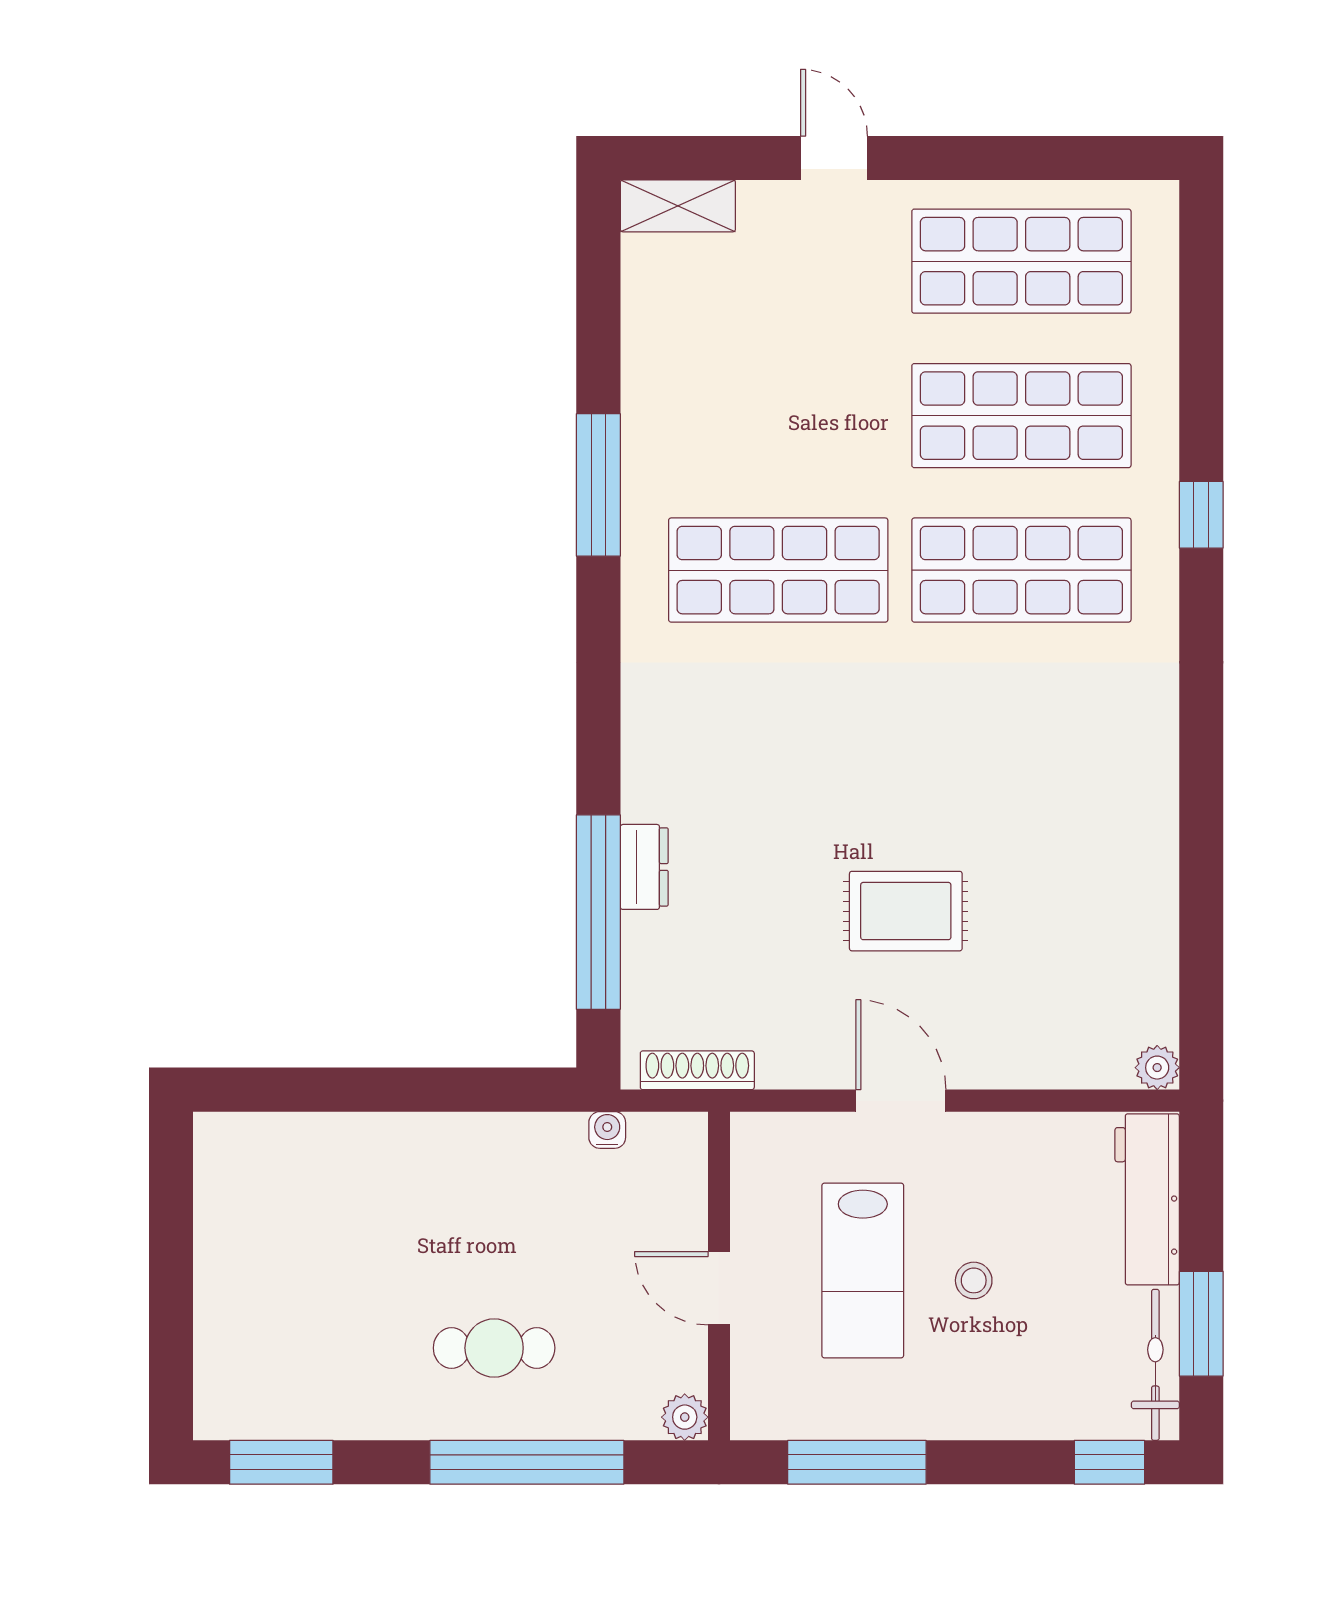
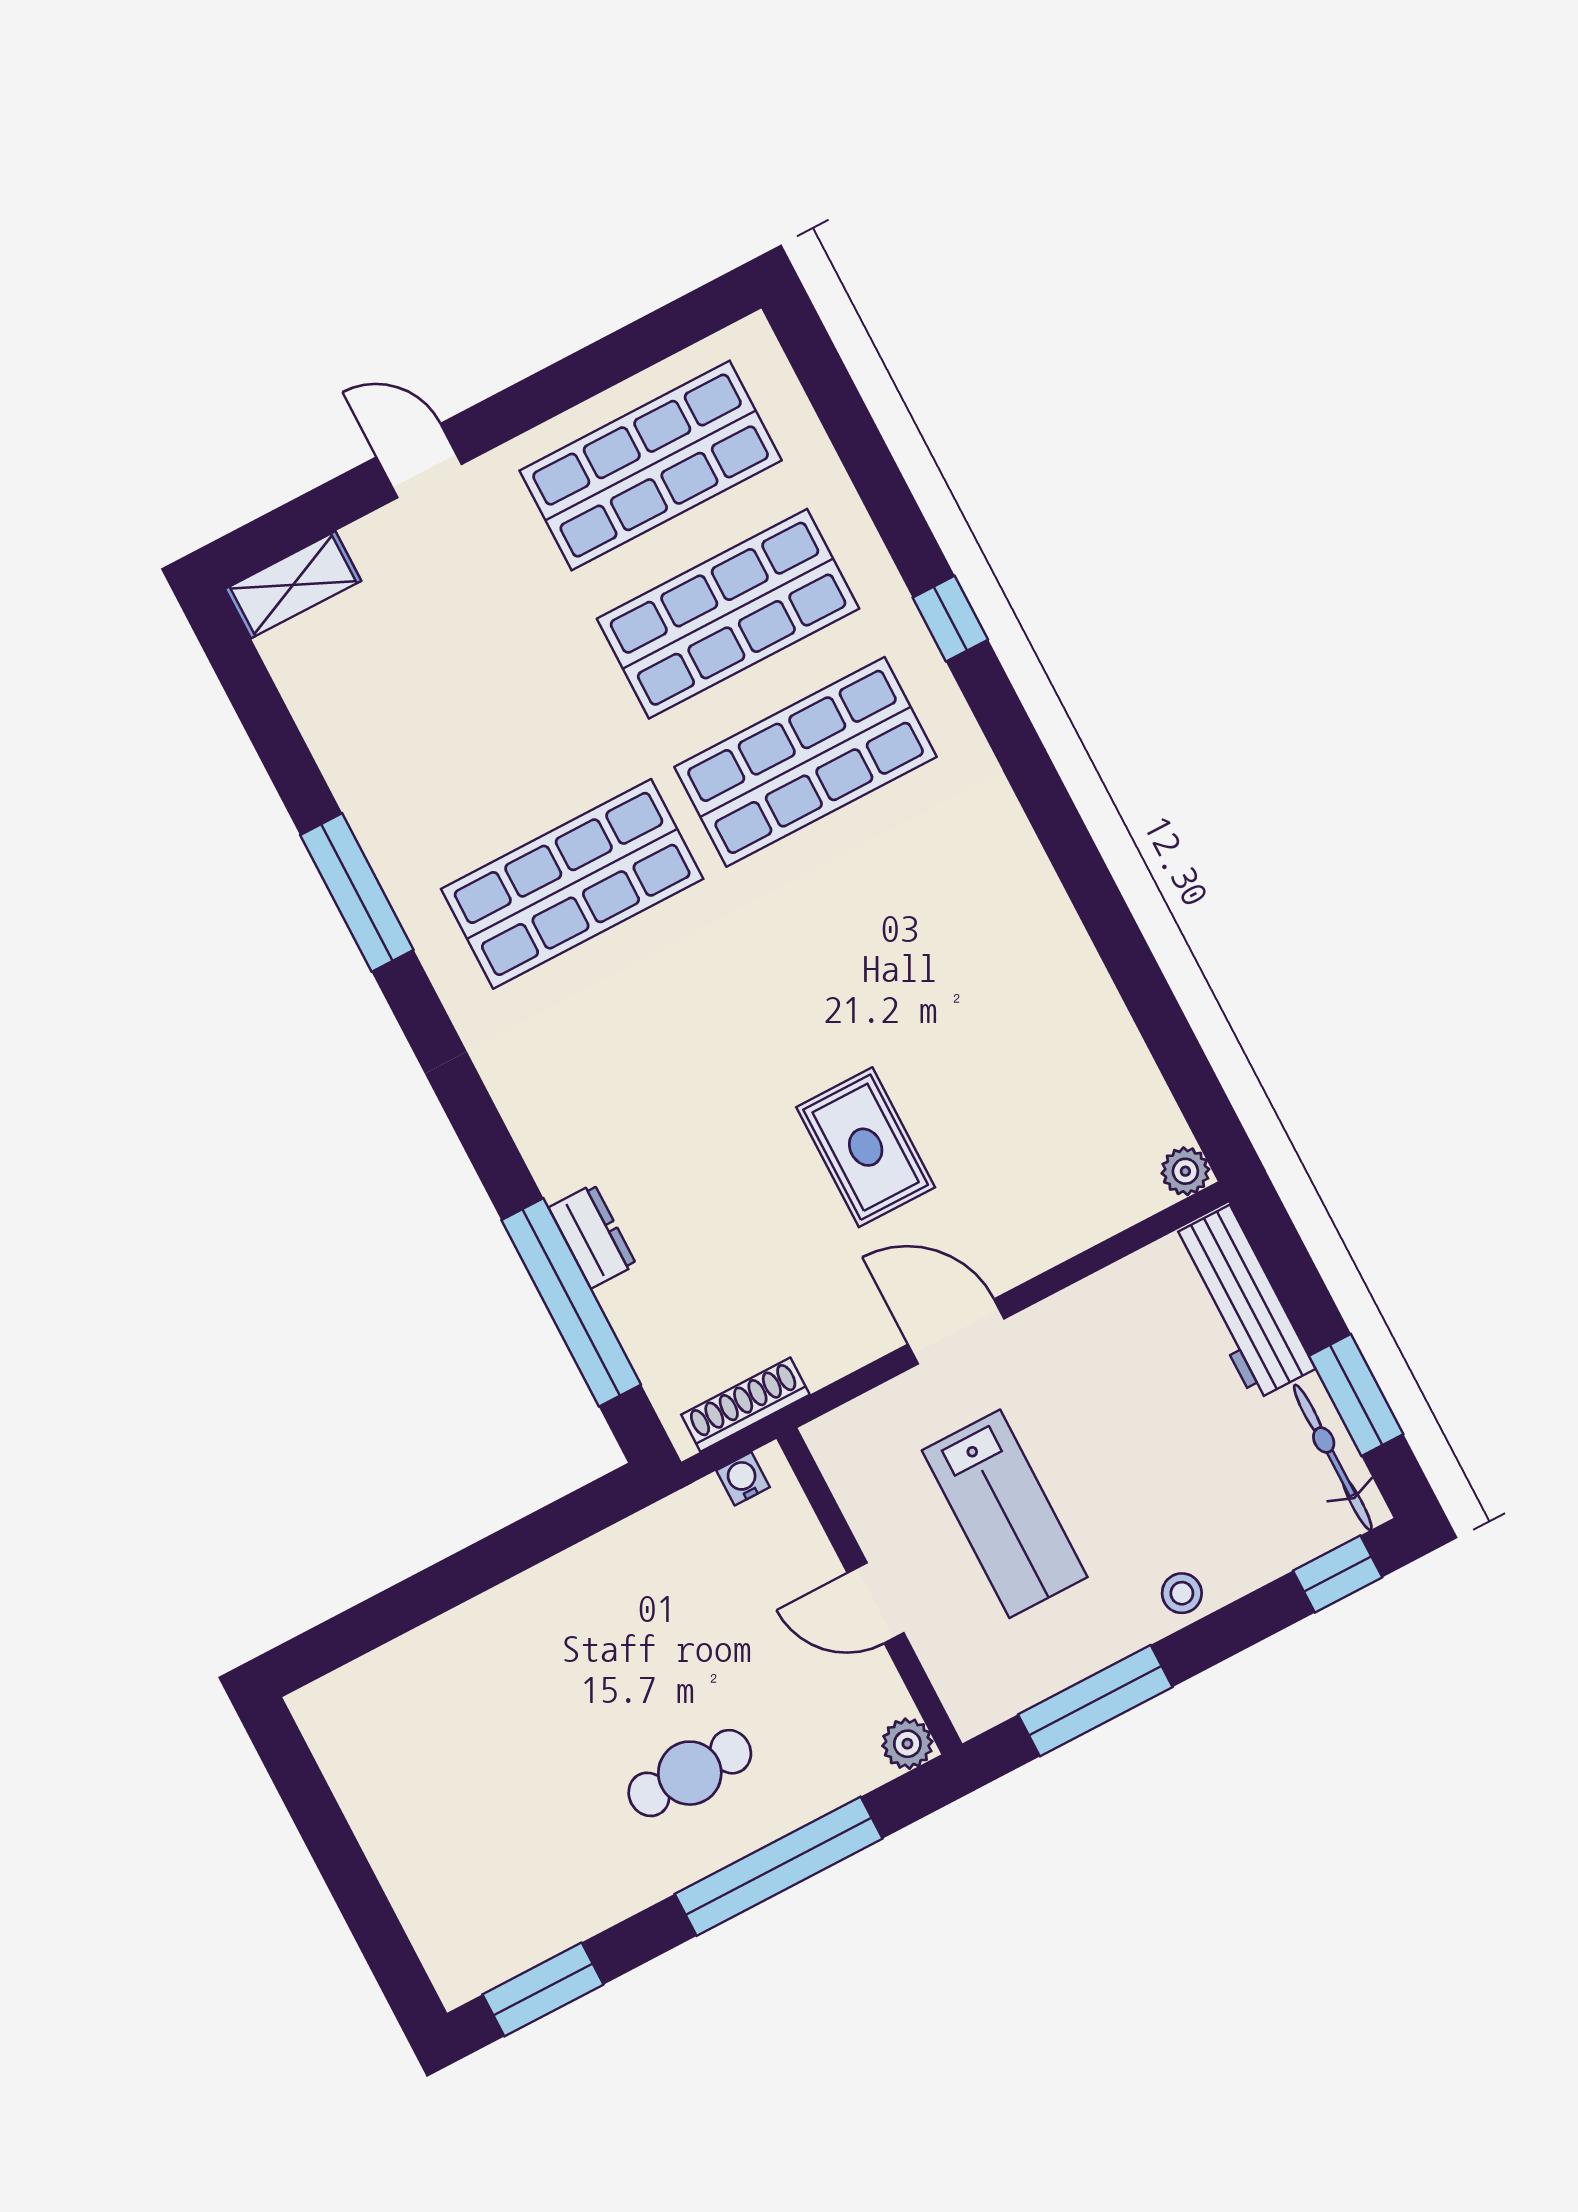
rug: (906, 911) -> (866, 1147), turned 90
water cooler: (607, 1130) -> (743, 1479), moved
stool: (974, 1280) -> (1182, 1593), moved

